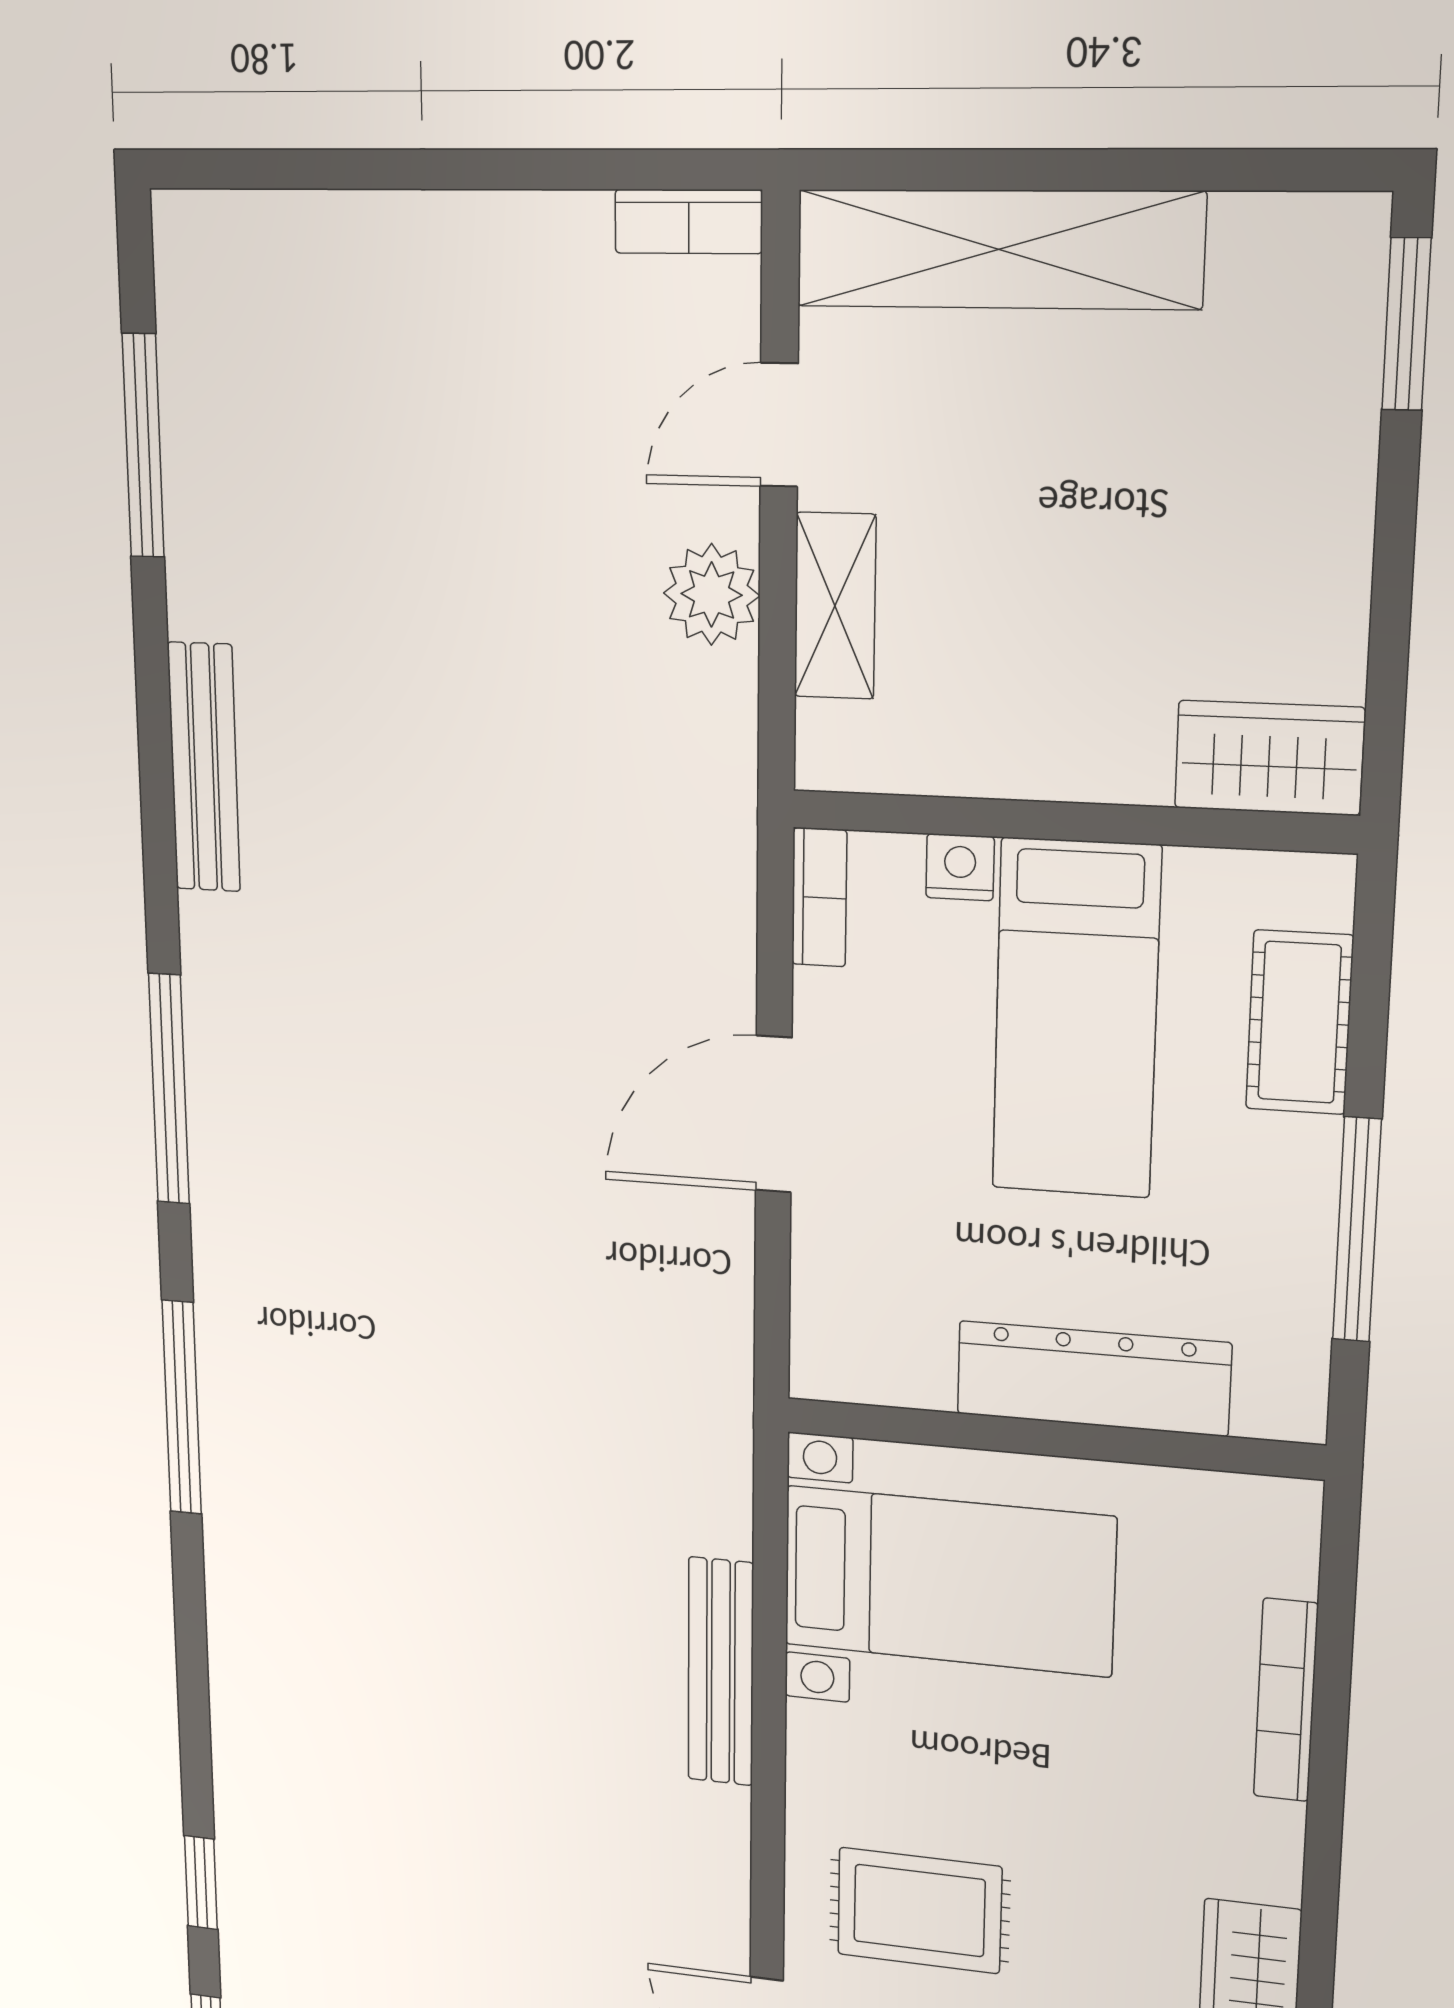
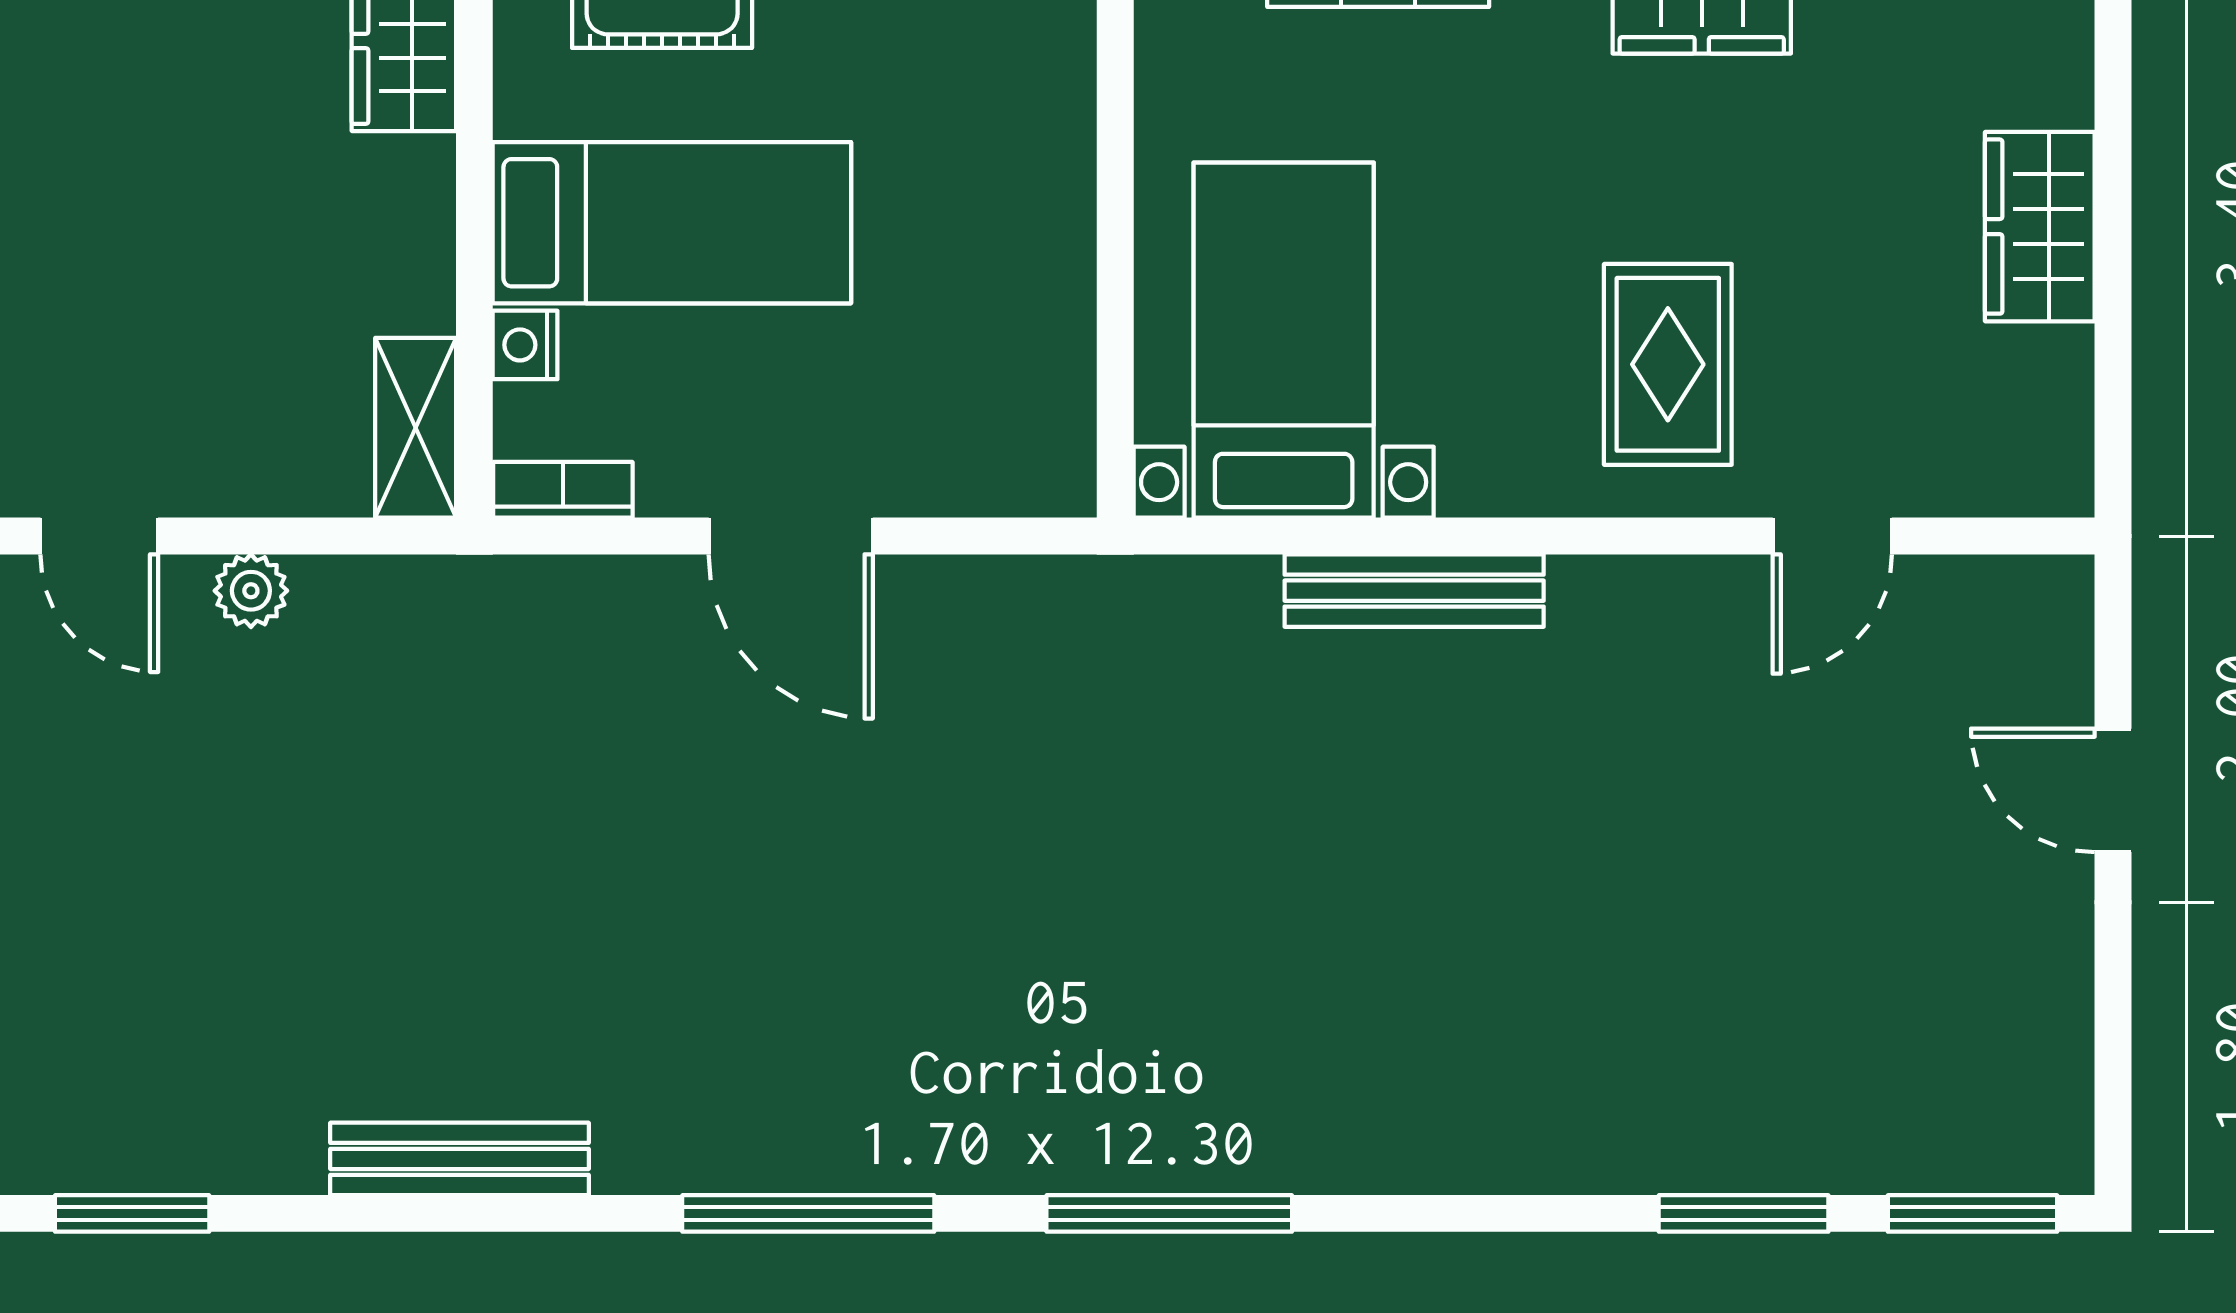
window: (143, 446) -> (132, 1213), width x0.69
plant: (712, 594) -> (251, 591), width x0.73, depth x0.73
shelving: (835, 606) -> (416, 428), moved, turned 90
dresser: (1093, 1378) -> (1046, 193), removed
window: (201, 1883) -> (1744, 1213), width x1.50

